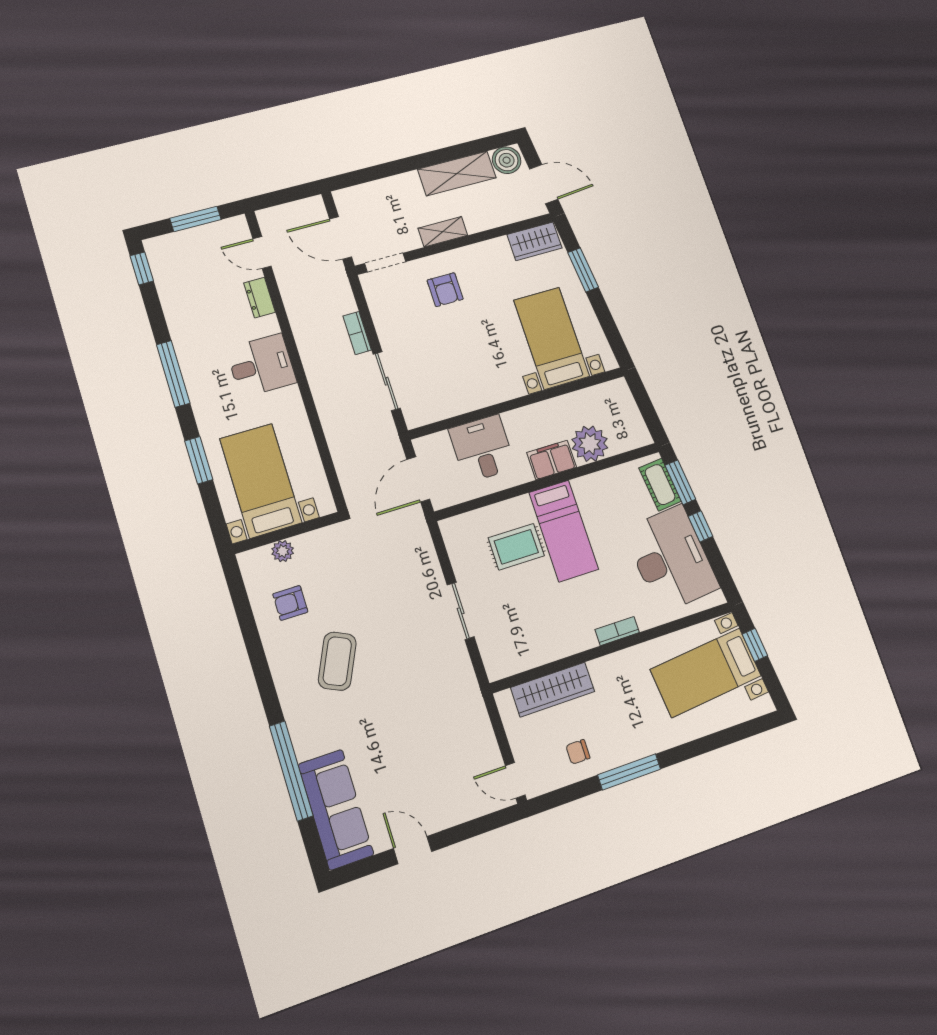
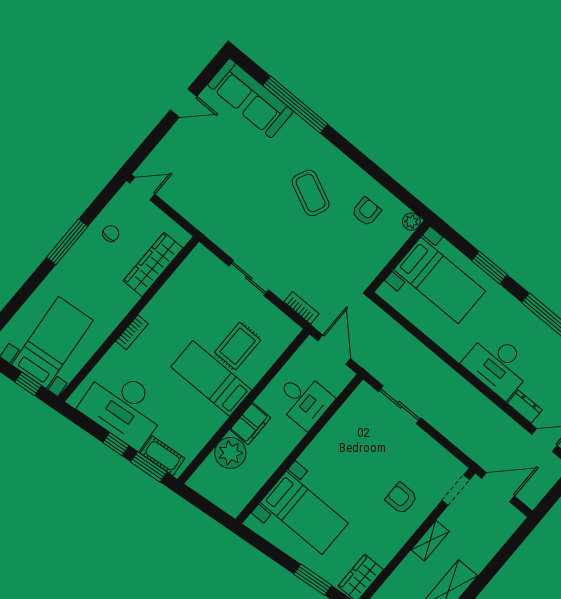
bookcase: (357, 333) -> (301, 308), moved
desk: (261, 366) -> (498, 365), width x1.37
plant: (283, 551) -> (411, 222), moved

